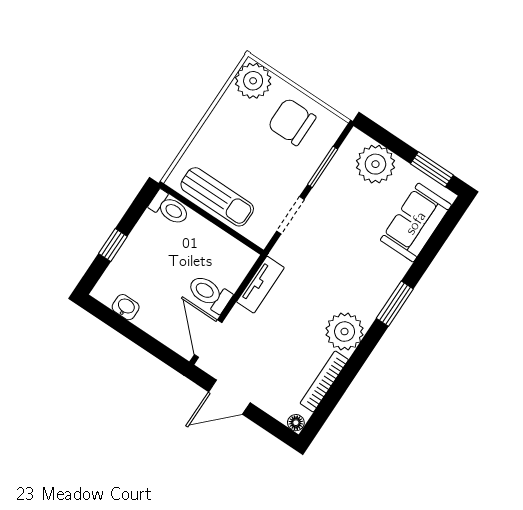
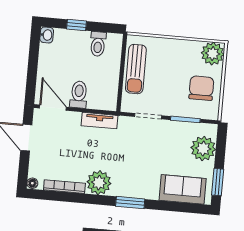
toilet: (169, 208) -> (98, 44), moved
washbasin: (126, 307) -> (47, 35), moved
door: (208, 339) -> (53, 108), hinge flipped

